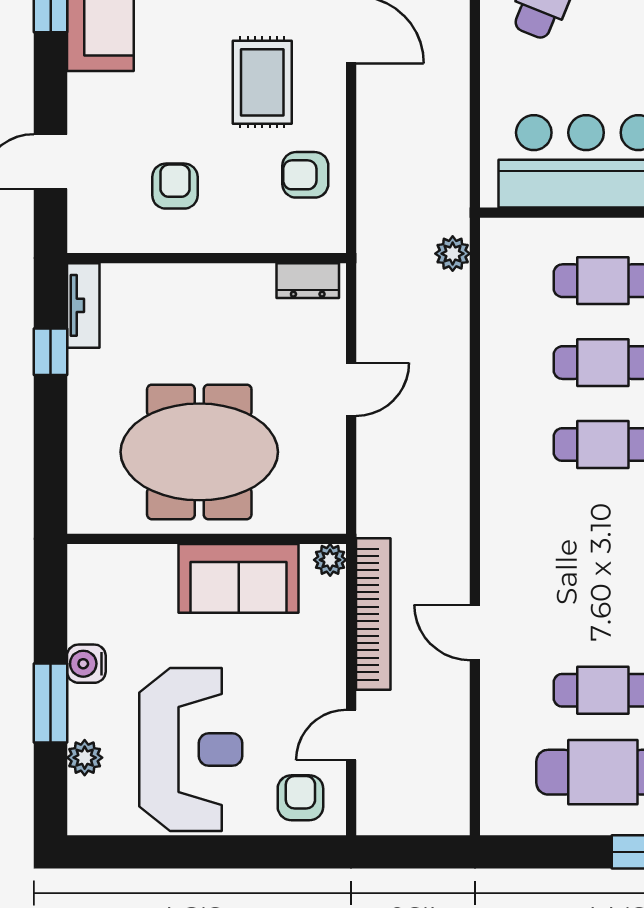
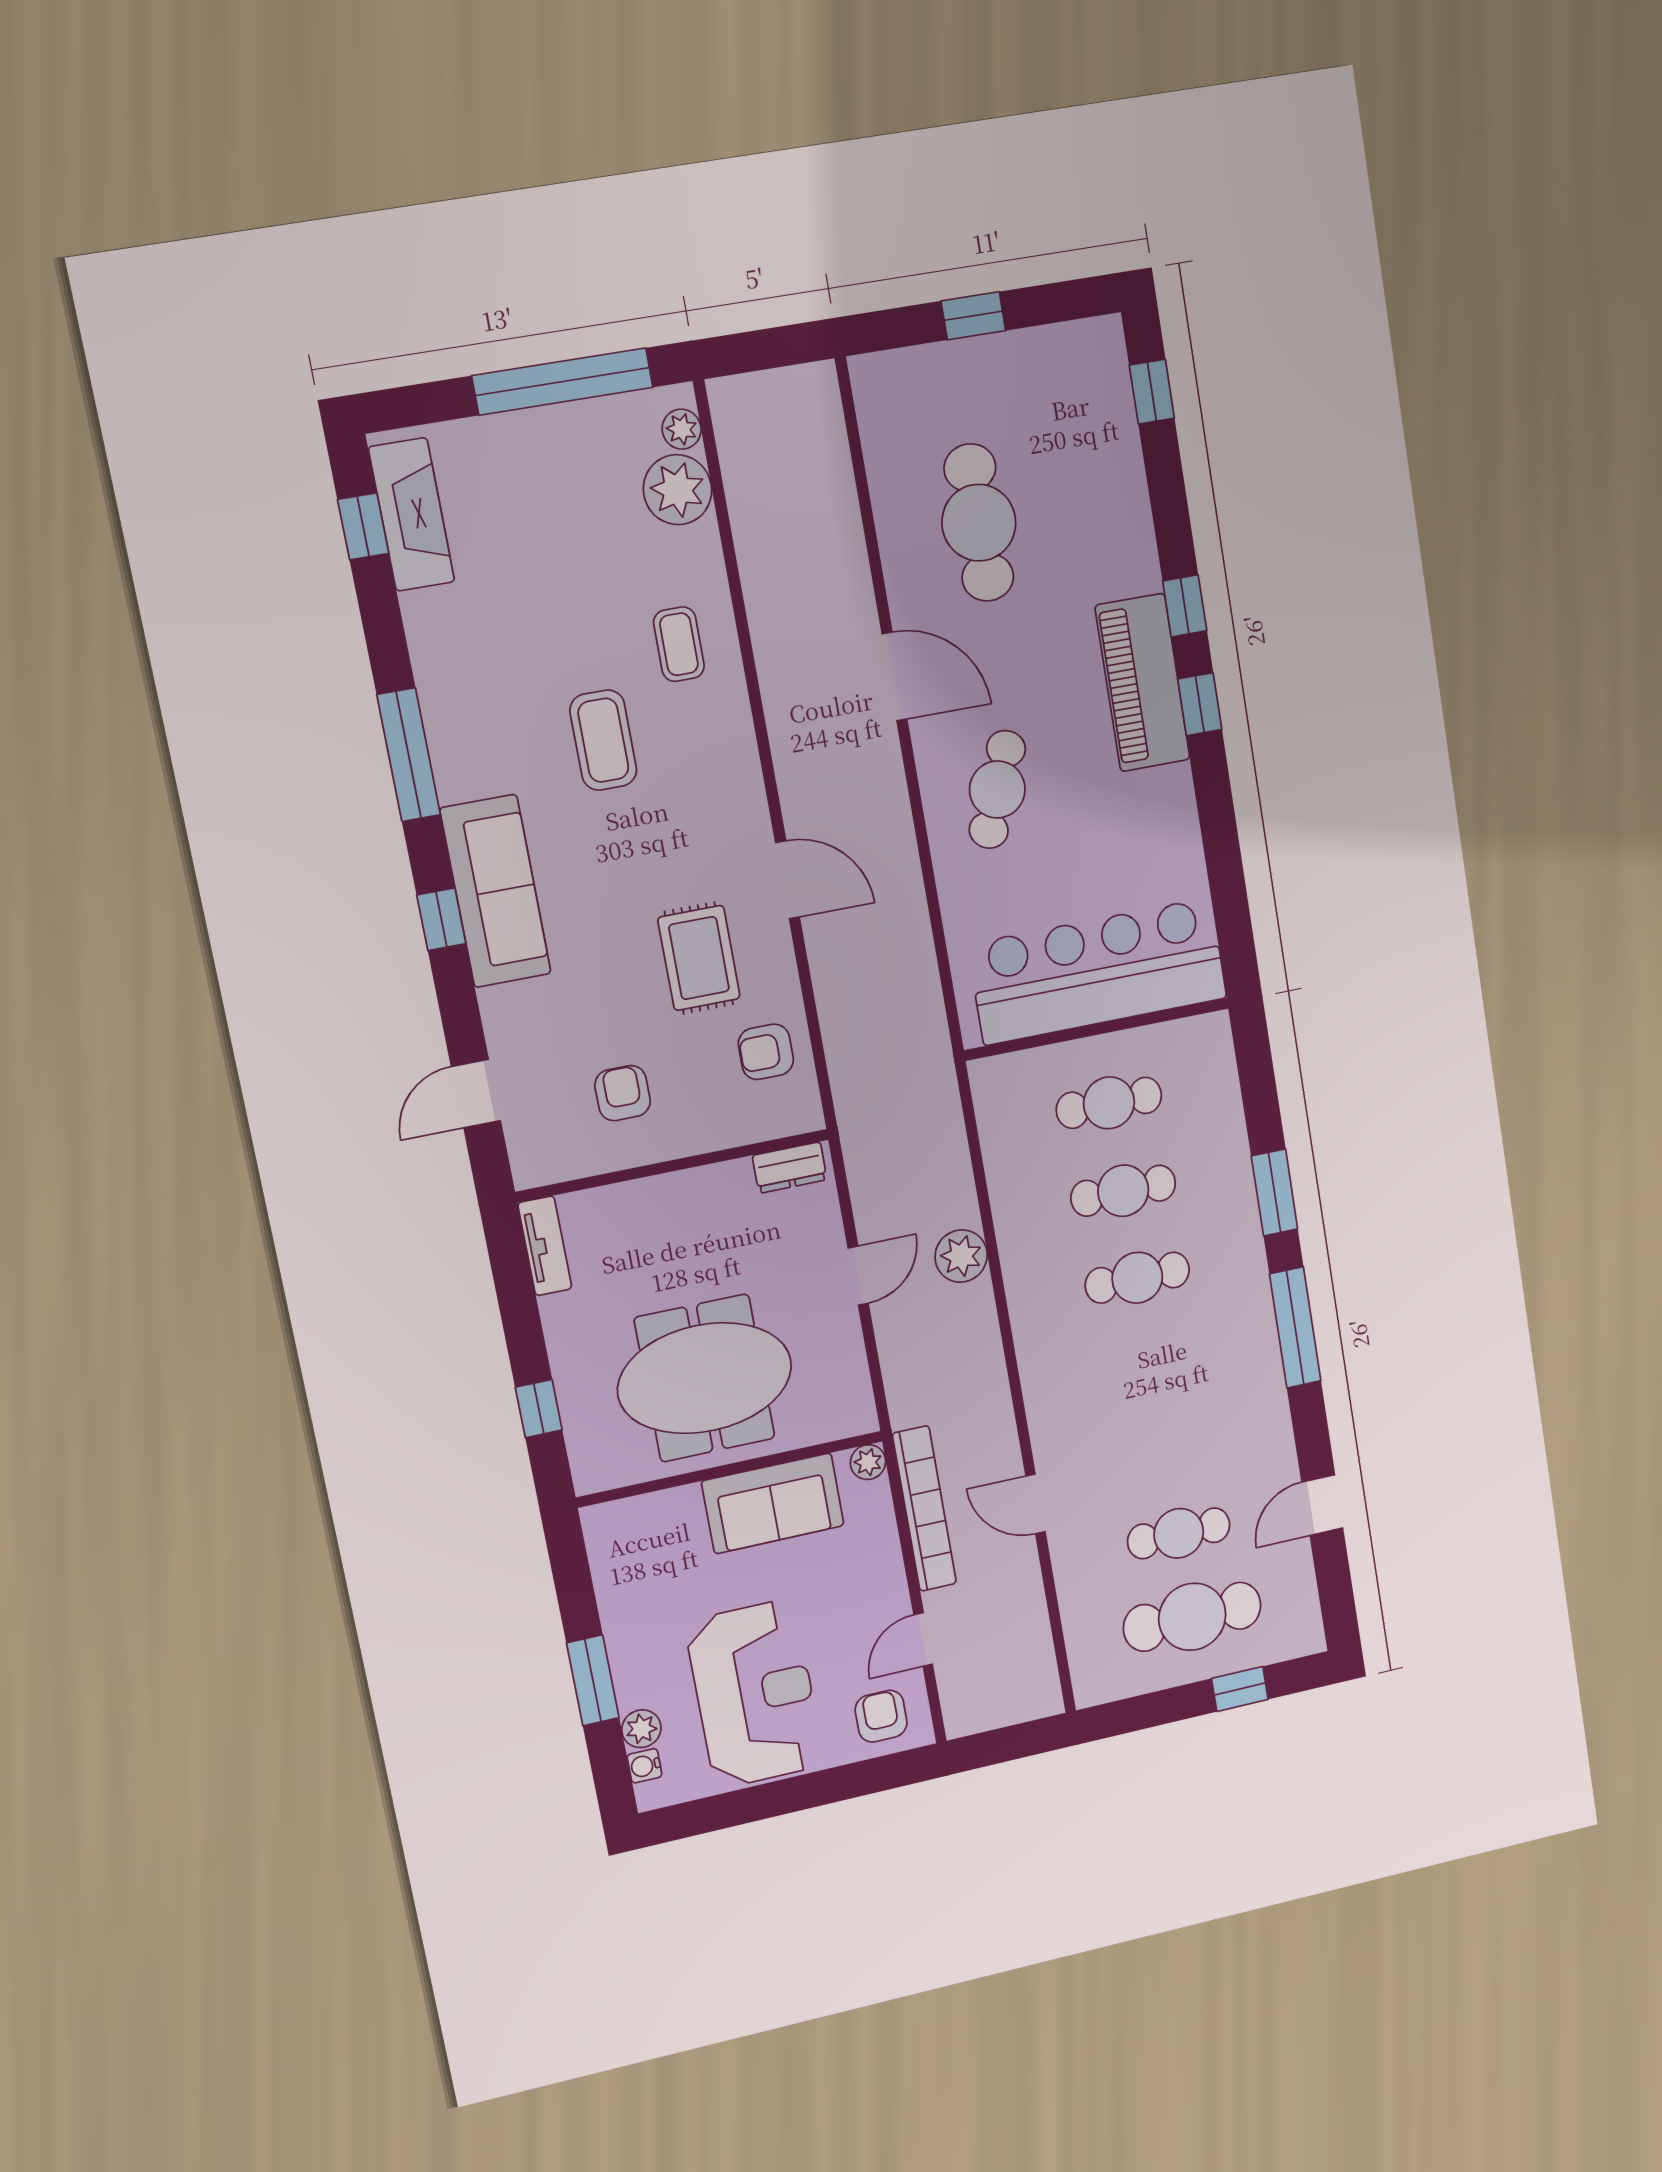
plant: (453, 254) -> (961, 1256), moved, width x1.38, depth x1.38
window: (51, 352) -> (539, 1409), moved
water cooler: (86, 664) -> (644, 1766), moved, width x0.72, depth x0.72

